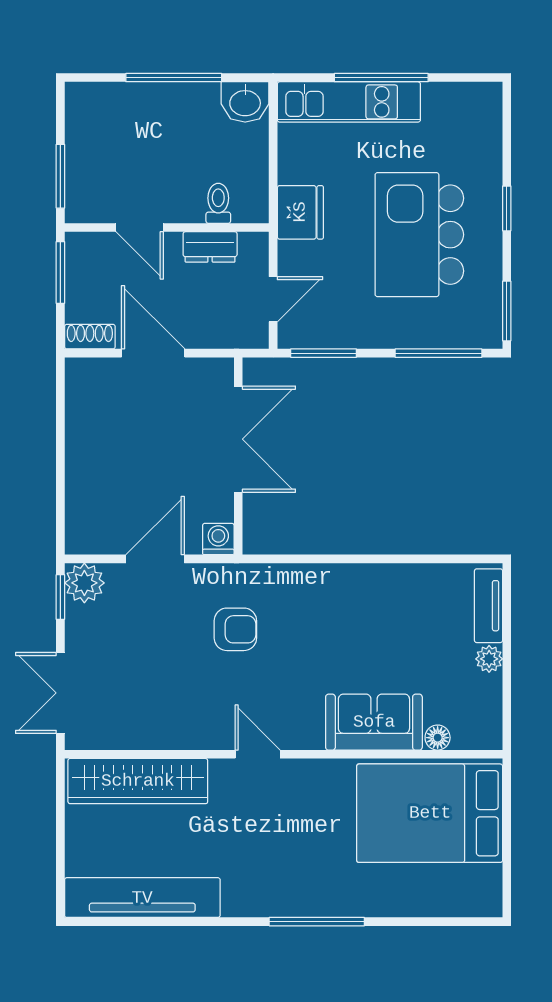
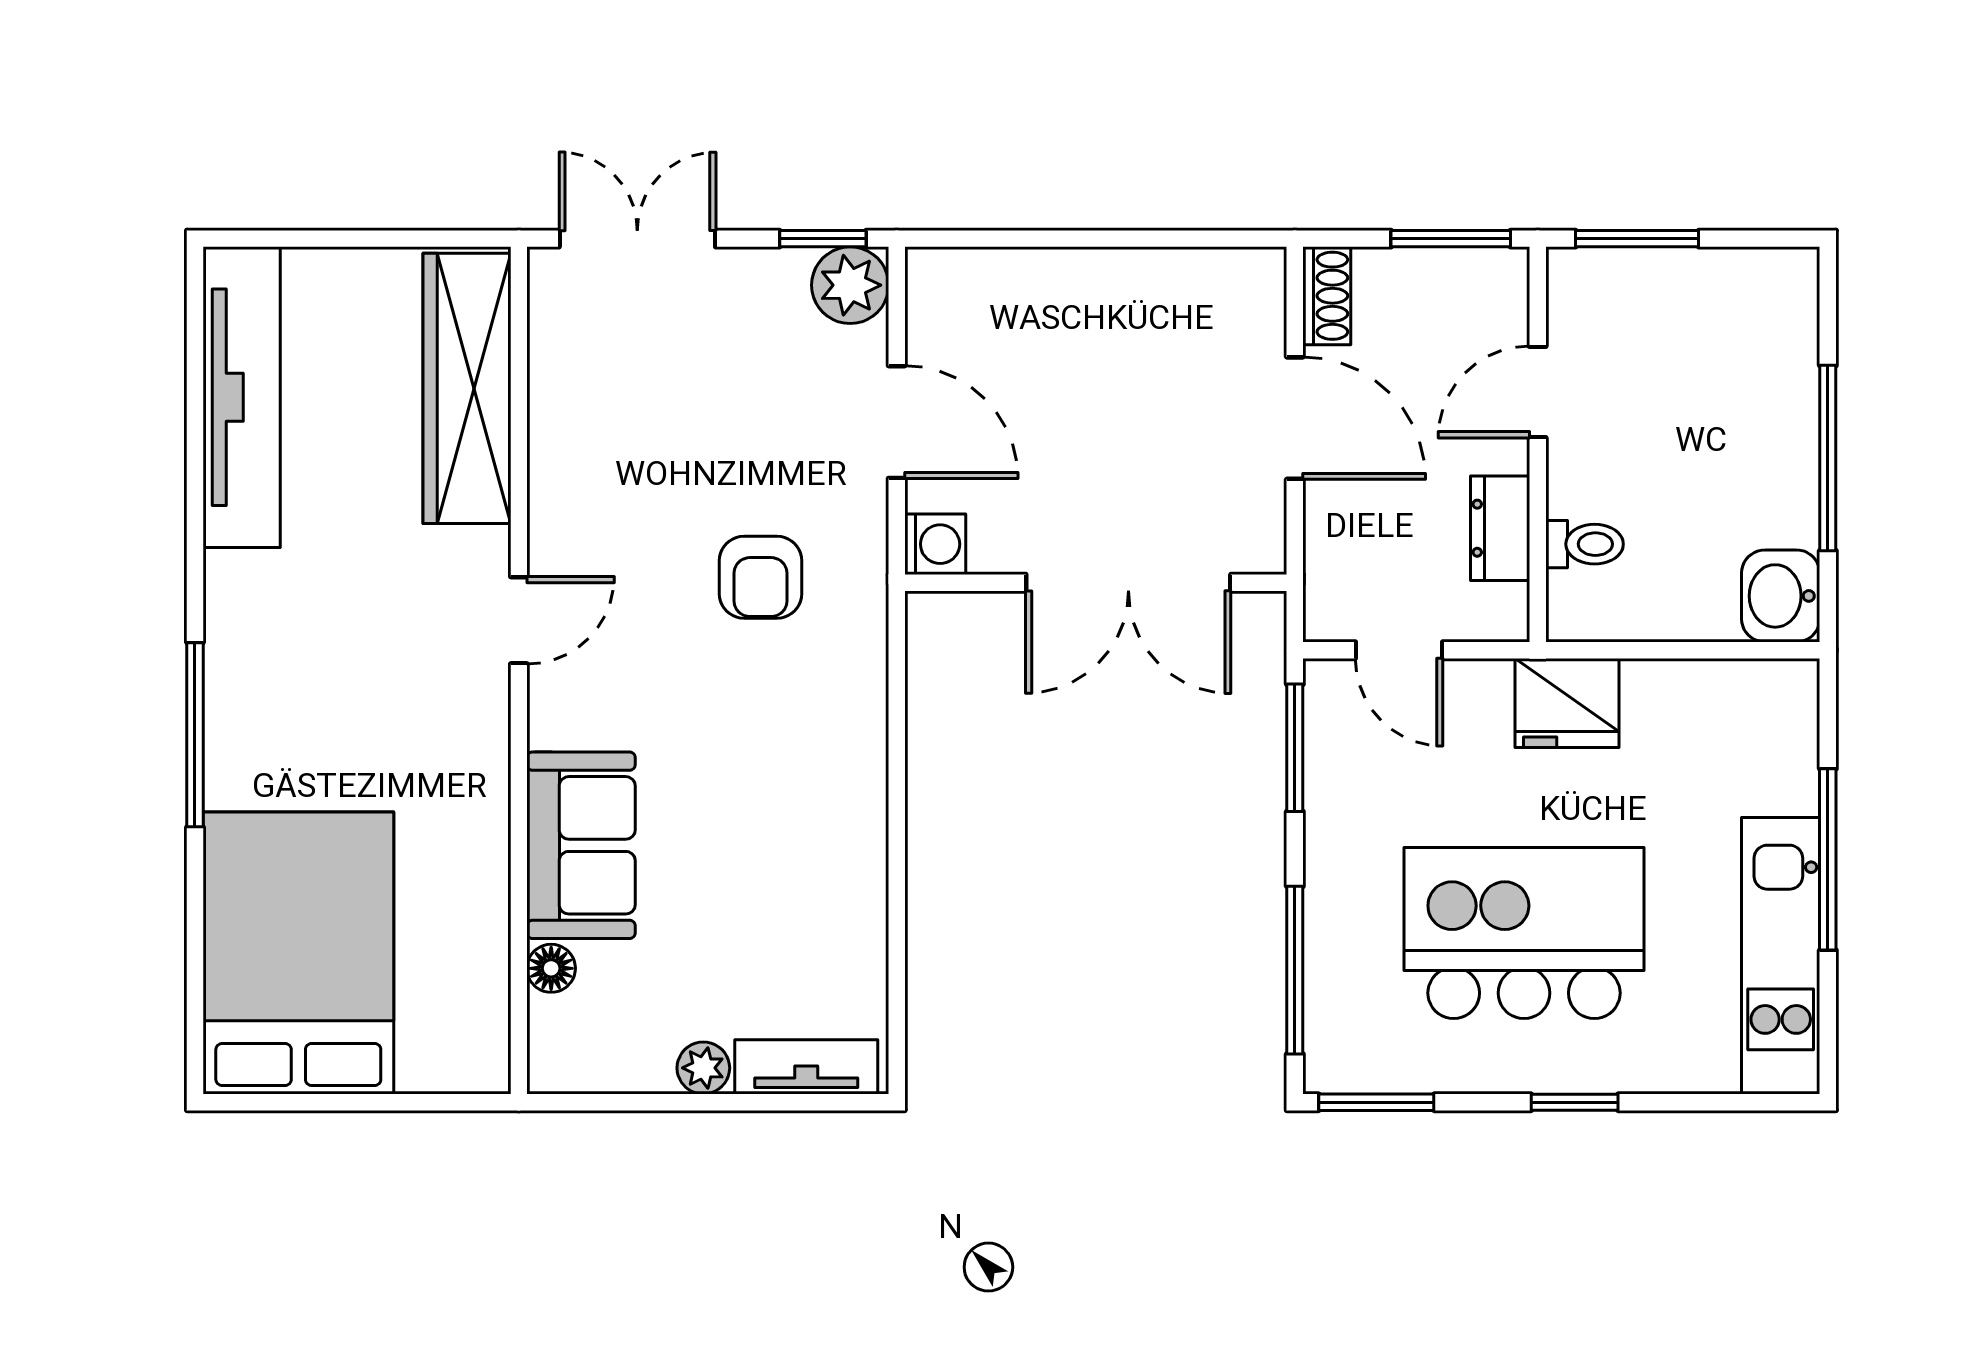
kitchen unit: (349, 102) -> (1781, 956), moved
door: (153, 353) -> (1295, 418), hinge flipped
bed: (430, 813) -> (298, 953), moved

